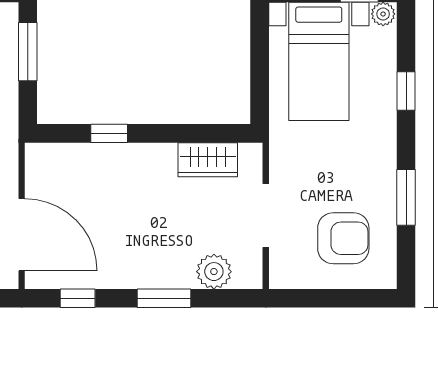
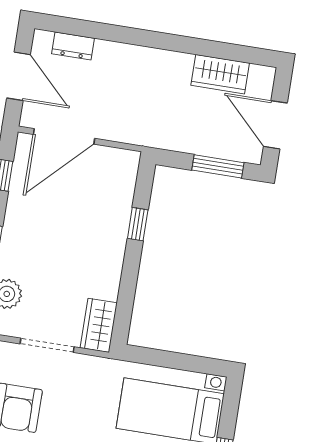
wardrobe: (208, 160) -> (99, 325), moved

